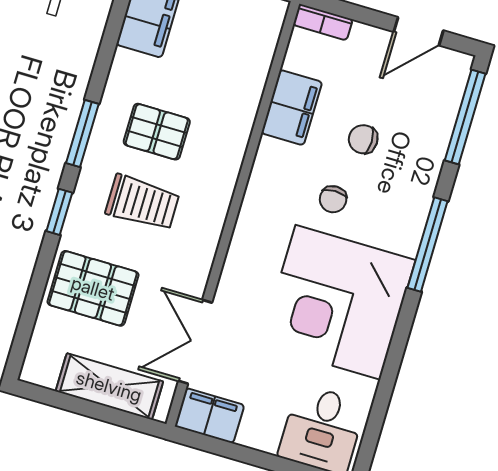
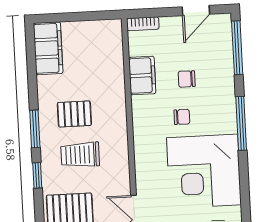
chair: (333, 199) -> (182, 117), turned -90
trolley: (142, 203) -> (80, 155), turned 180

